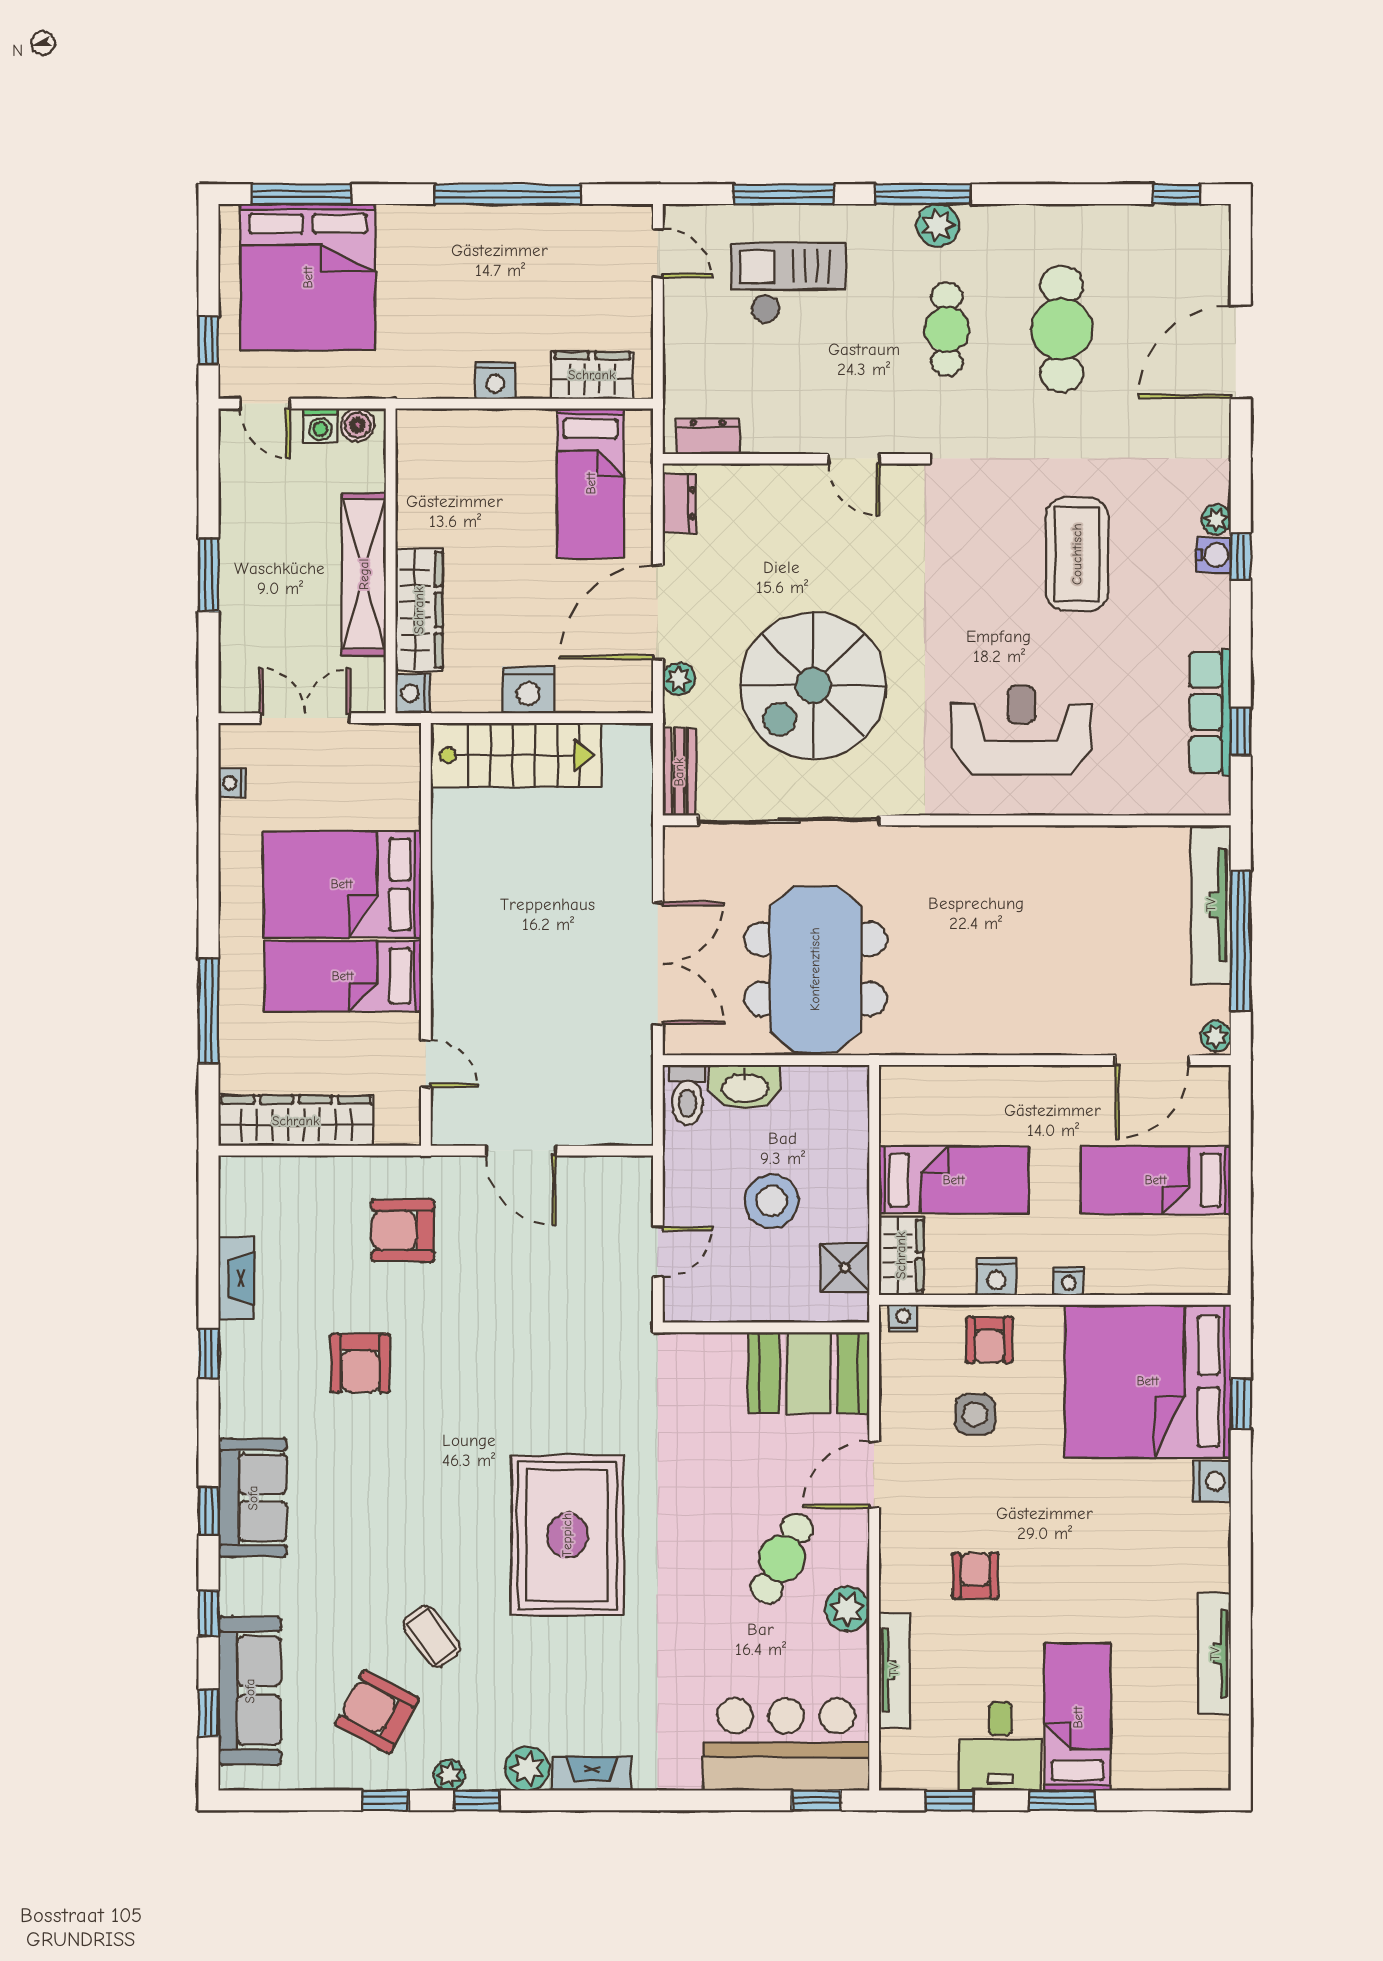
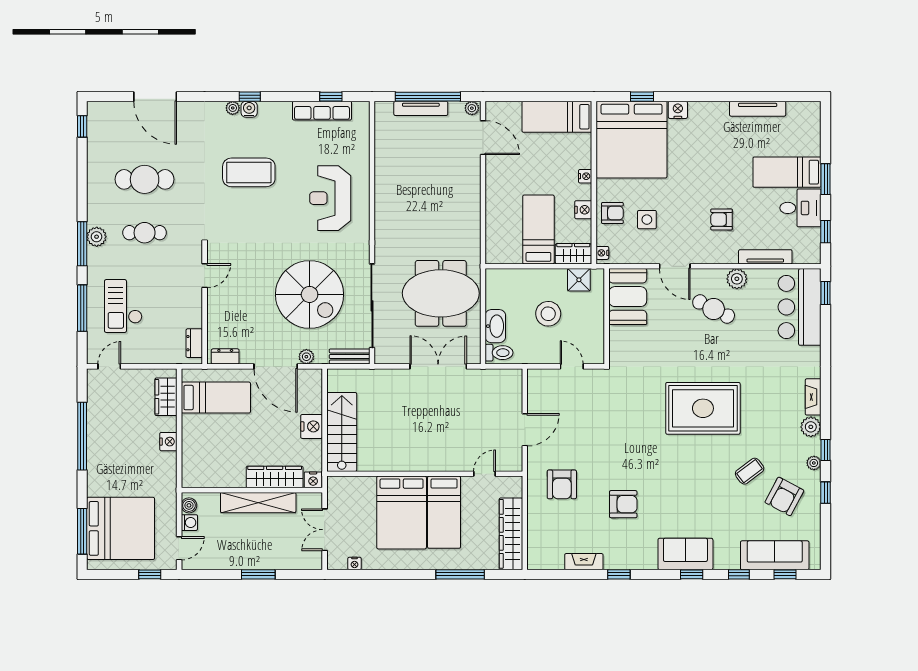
tv unit: (1211, 905) -> (421, 108), width x0.73, depth x0.78
bed: (1156, 1180) -> (557, 117), moved, turned 90

